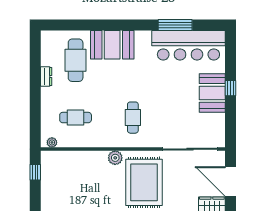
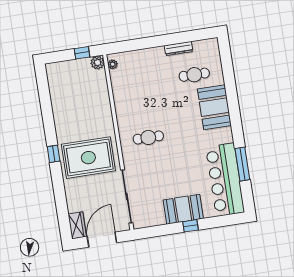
cafe table: (76, 60) -> (194, 75), width x0.73, depth x0.74
dresser: (46, 77) -> (179, 48), width x1.44
cafe table: (76, 118) -> (140, 83), removed
plant: (115, 158) -> (98, 63), moved

